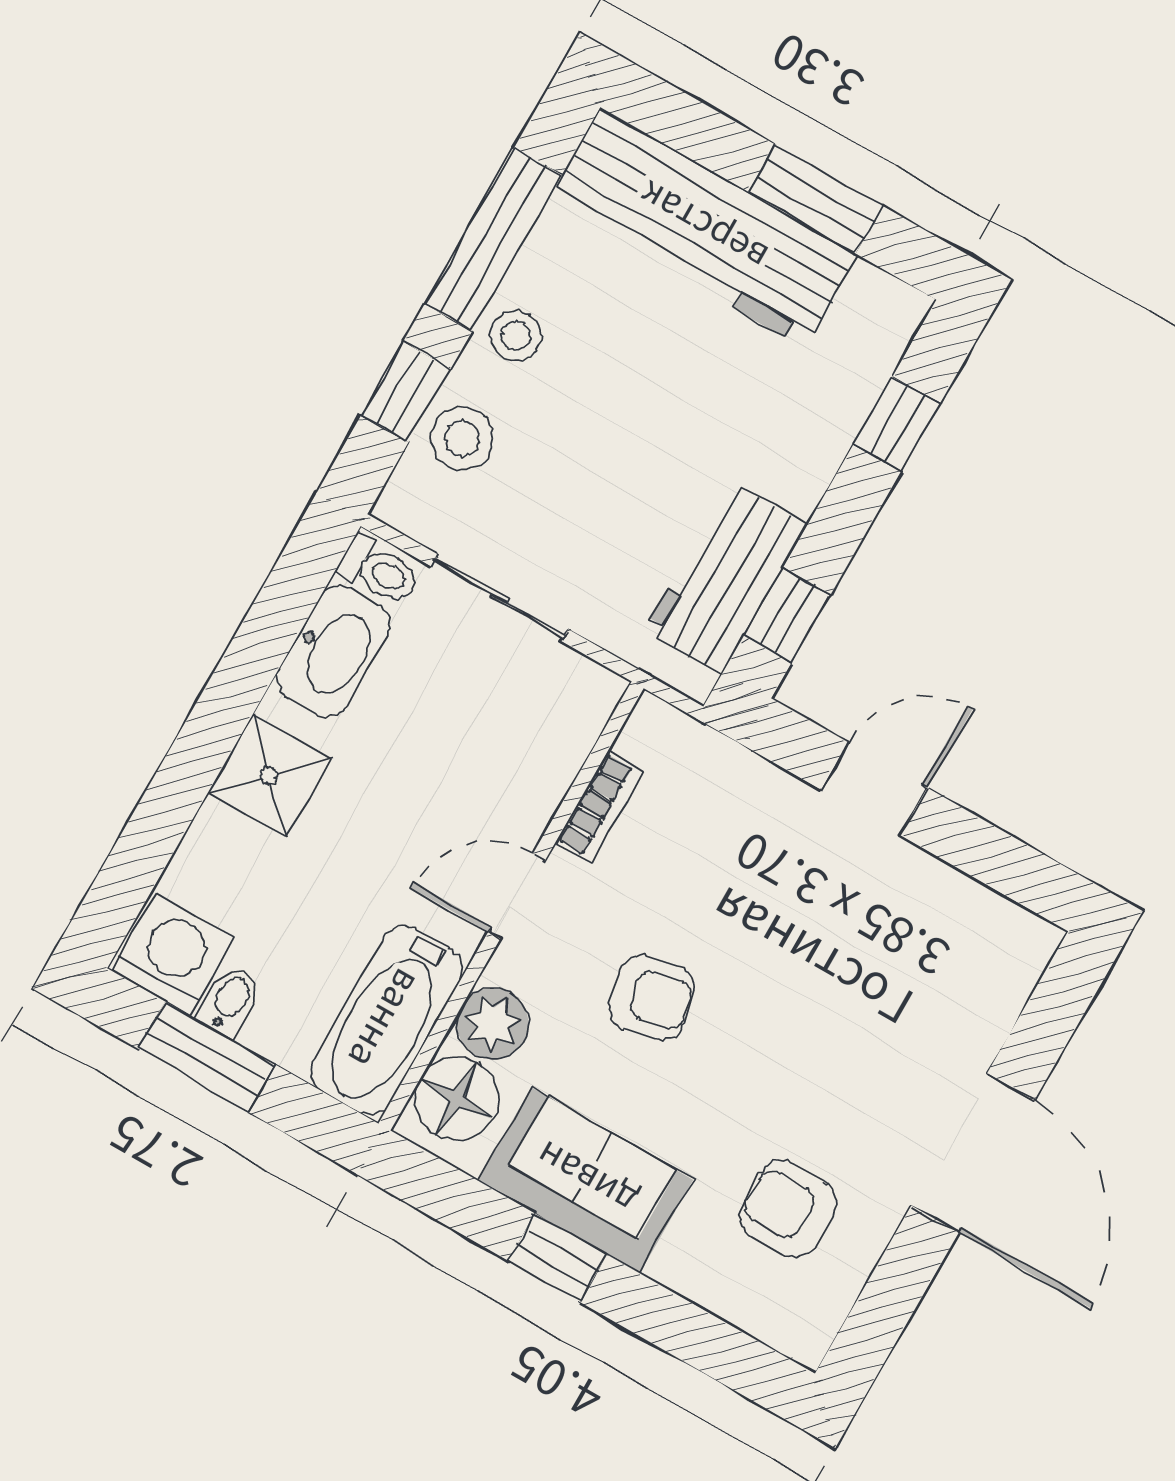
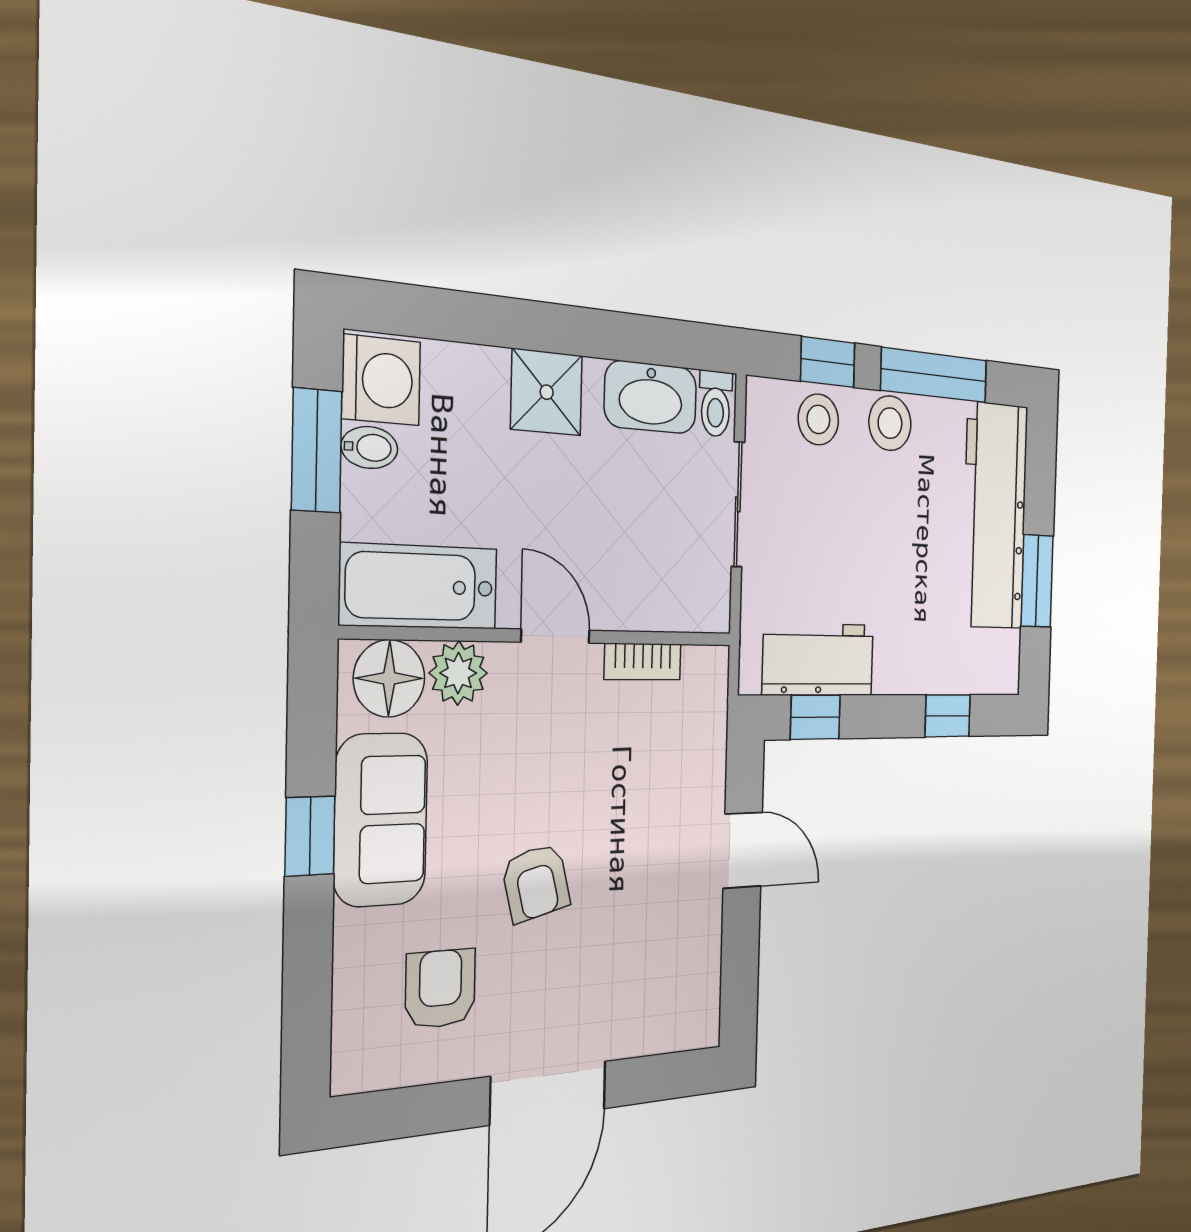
stool: (516, 336) -> (890, 423), width x1.37, depth x1.37
armchair: (651, 998) -> (536, 883), moved

